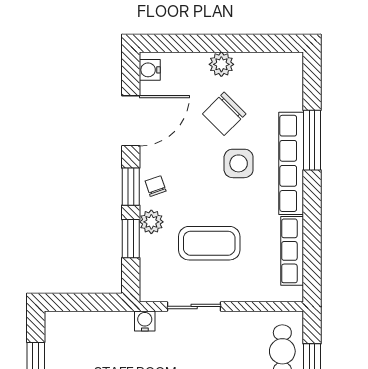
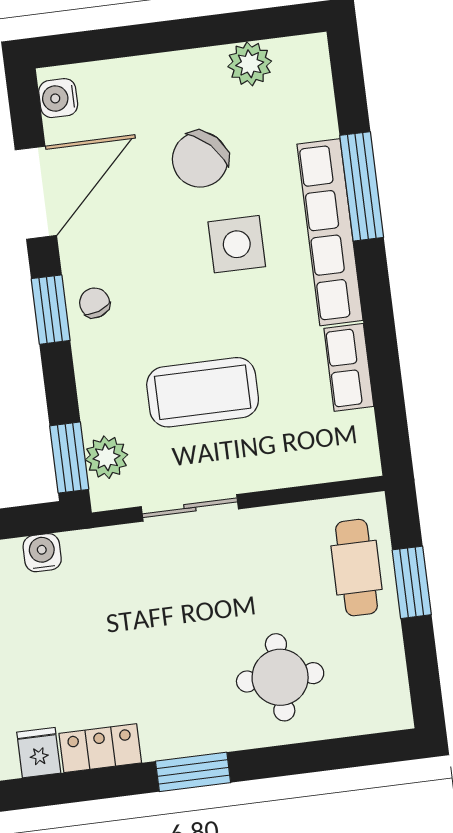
plant: (221, 64) -> (250, 64), moved
plant: (151, 222) -> (106, 457), moved
window: (131, 239) -> (69, 458), moved
row of seats: (292, 251) -> (349, 367), width x0.68
water cooler: (145, 321) -> (42, 553), moved

